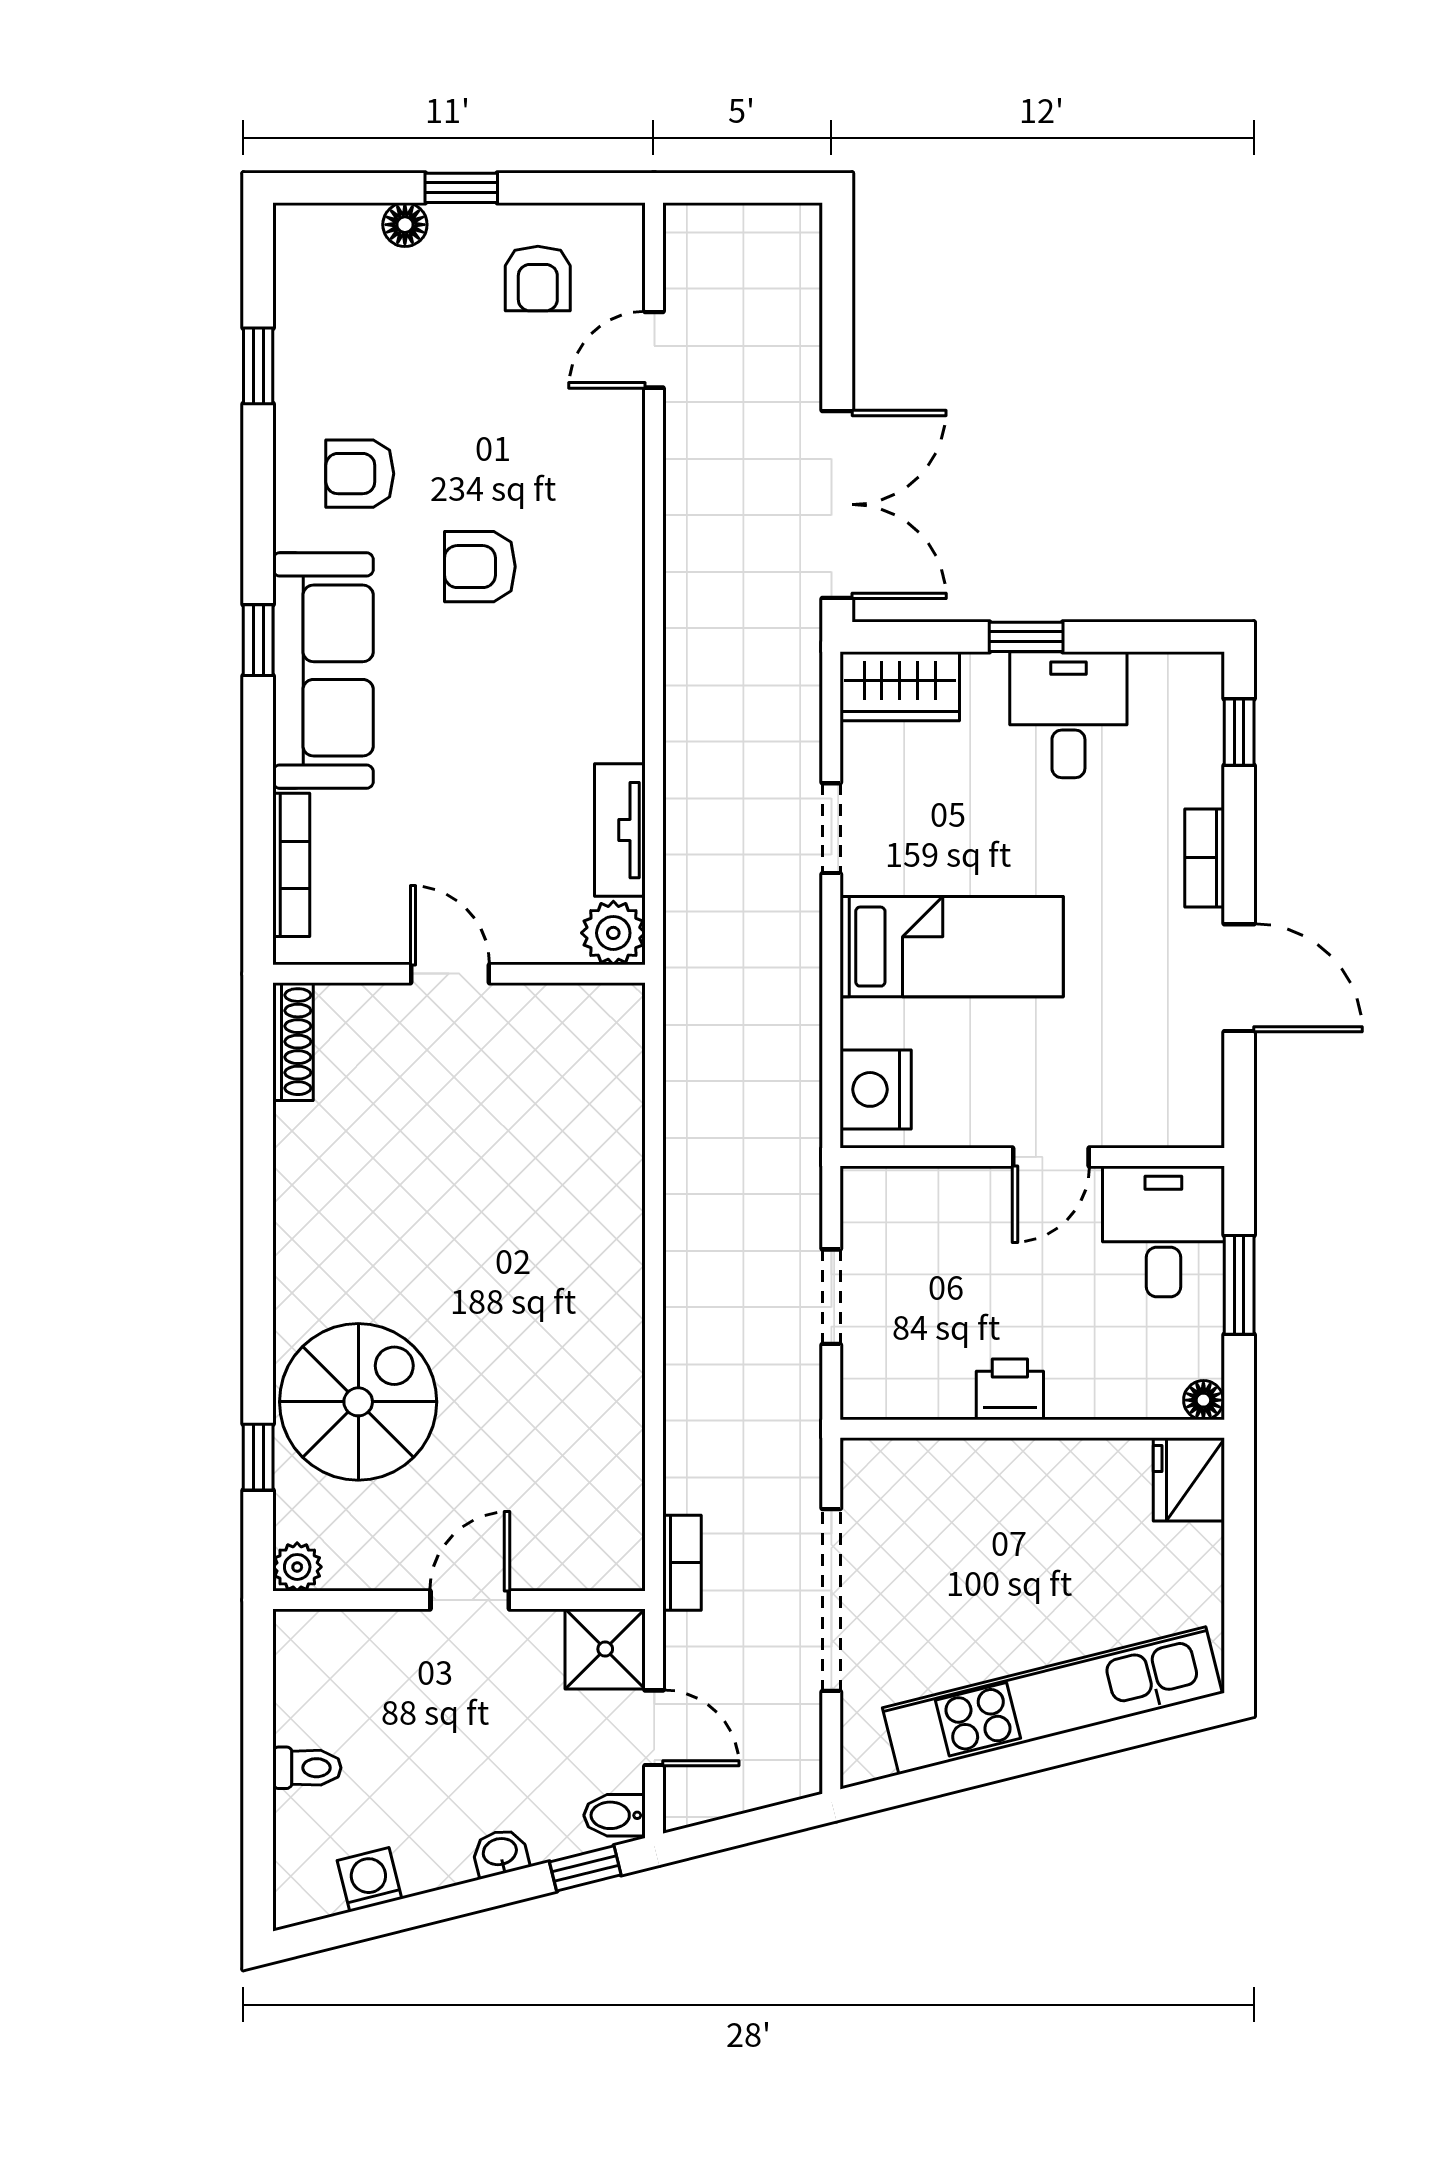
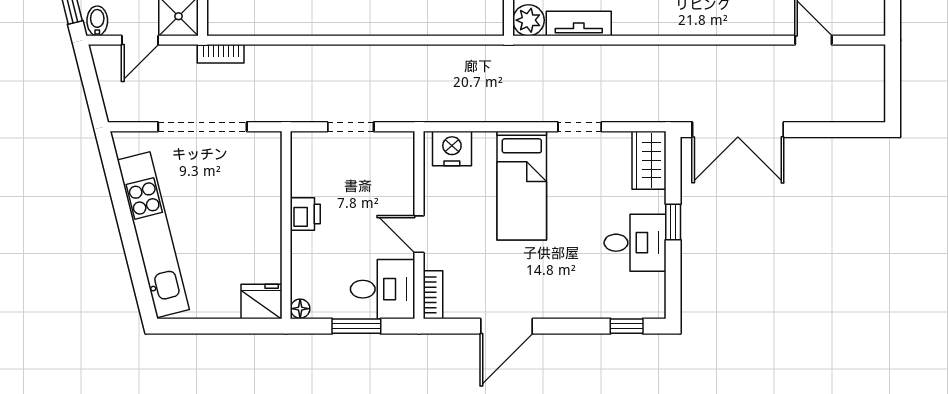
bookcase: (1205, 858) -> (433, 295), moved, turned 90

